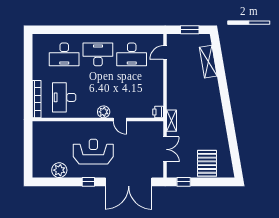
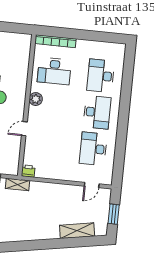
door: (165, 53) -> (92, 185), swing flipped
desk: (64, 97) -> (54, 71), turned 180
plant: (104, 112) -> (36, 99), moved

